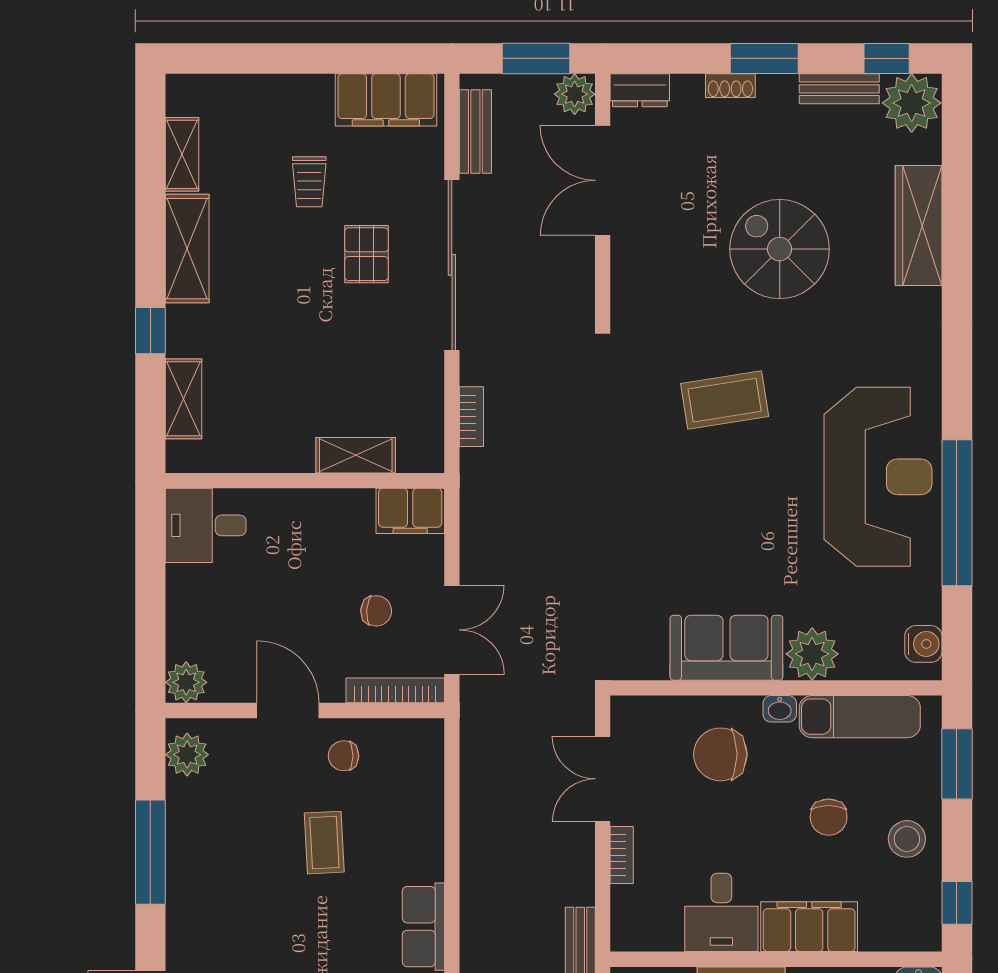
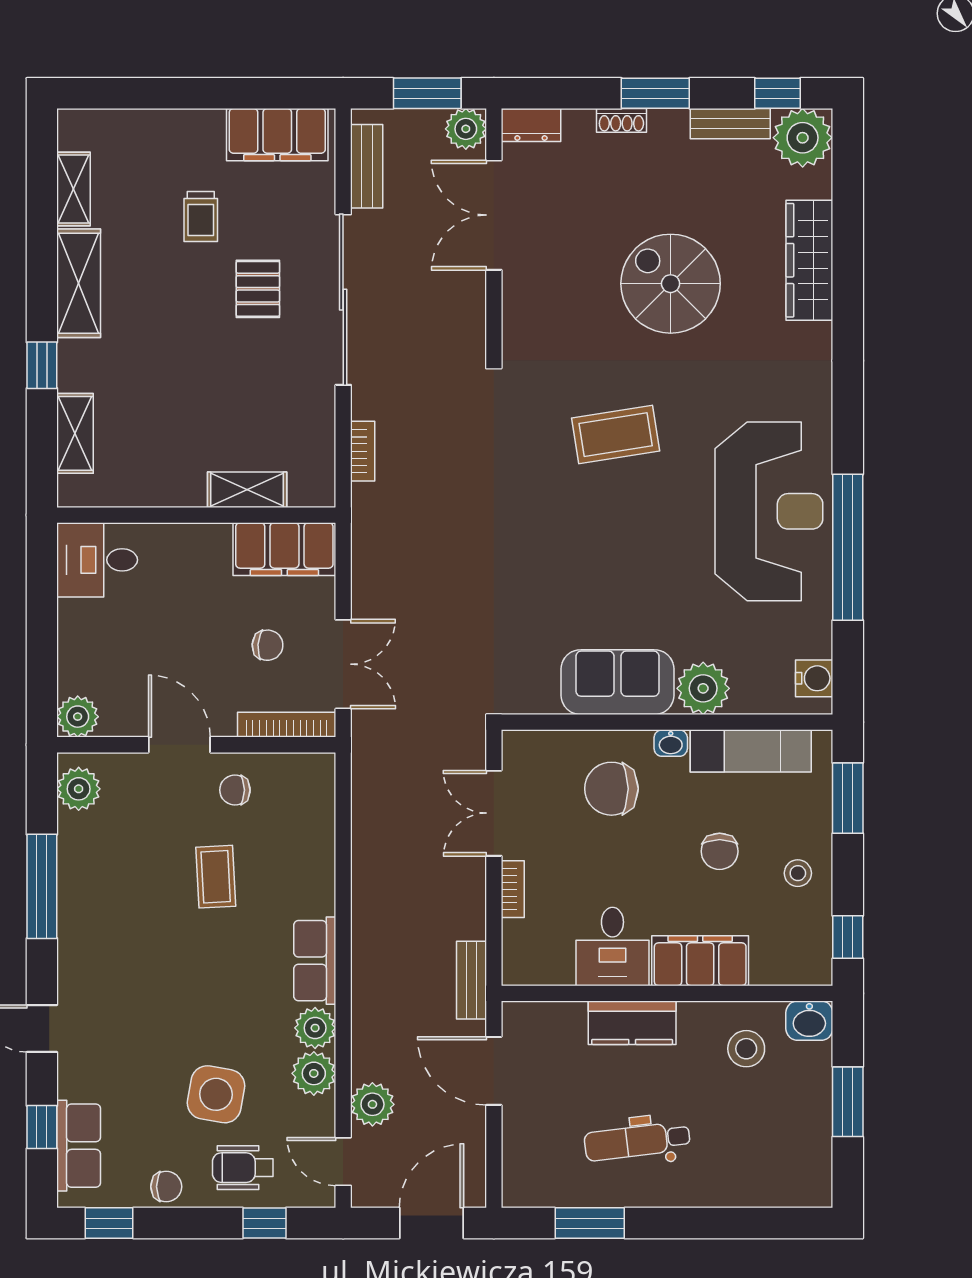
filing cabinet: (410, 511) -> (284, 549), width x1.50, depth x1.17
stool: (907, 839) -> (798, 873), width x0.73, depth x0.73

